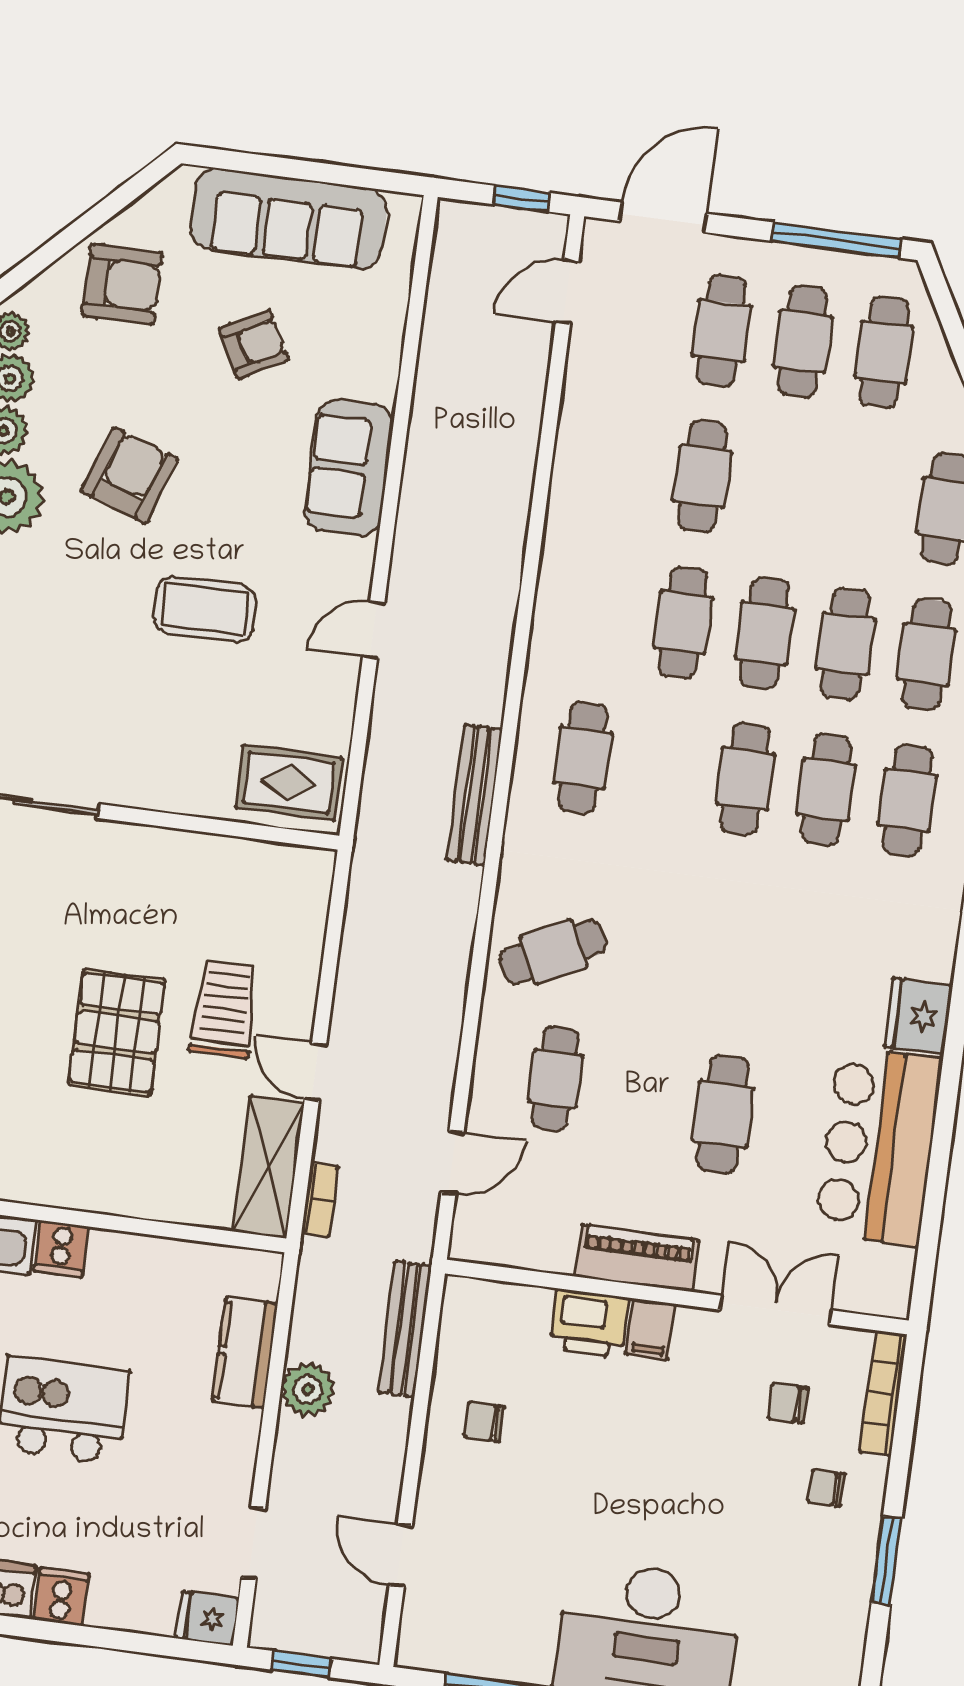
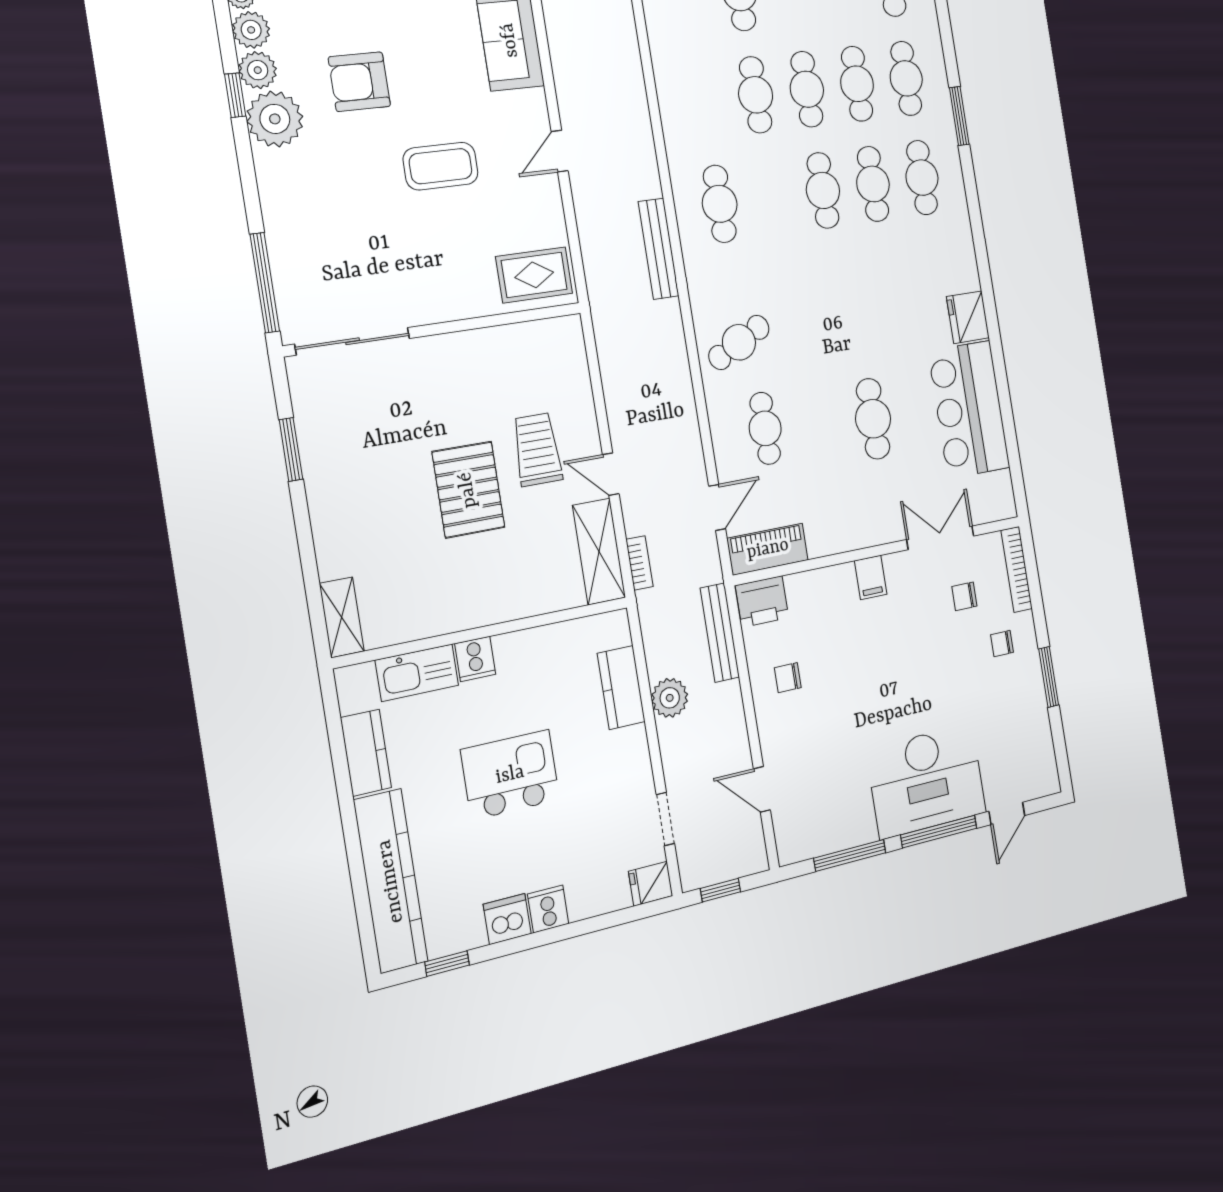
armchair: (130, 475) -> (359, 82), turned -109
piano: (637, 1258) -> (768, 549), moved
printer: (589, 1323) -> (762, 602), moved

